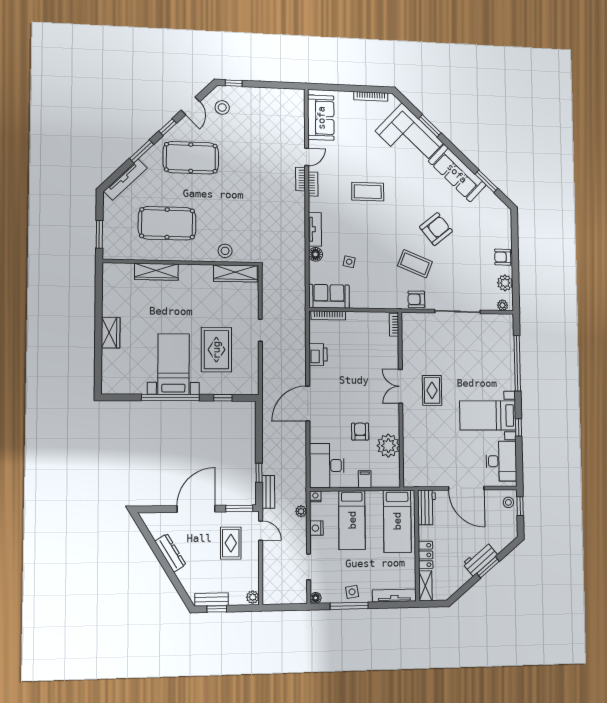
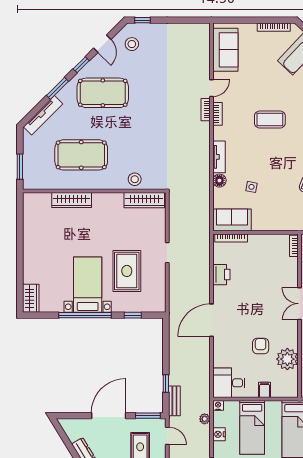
wardrobe: (111, 333) -> (31, 298), moved
desk: (327, 466) -> (229, 383), width x0.73

